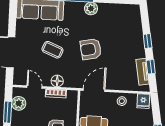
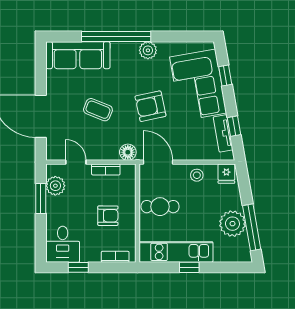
corner sofa: (126, 36) -> (198, 85), added
window: (148, 41) -> (225, 76), moved
floor lamp: (57, 81) -> (128, 152), moved
door: (94, 90) -> (158, 162), hinge flipped

